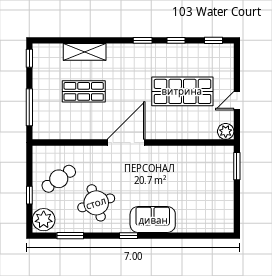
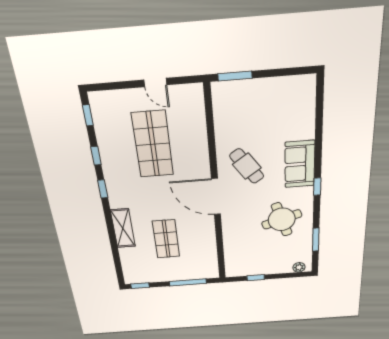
shelving: (85, 52) -> (123, 228), moved
plant: (226, 131) -> (194, 93), removed
cafe table: (59, 179) -> (247, 166), moved
window: (29, 195) -> (256, 278), moved
plant: (44, 220) -> (299, 267), width x0.53, depth x0.53

